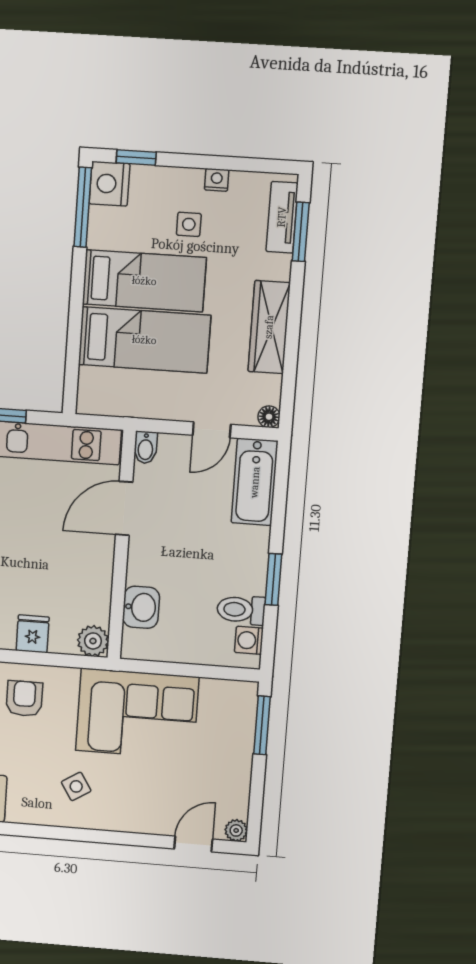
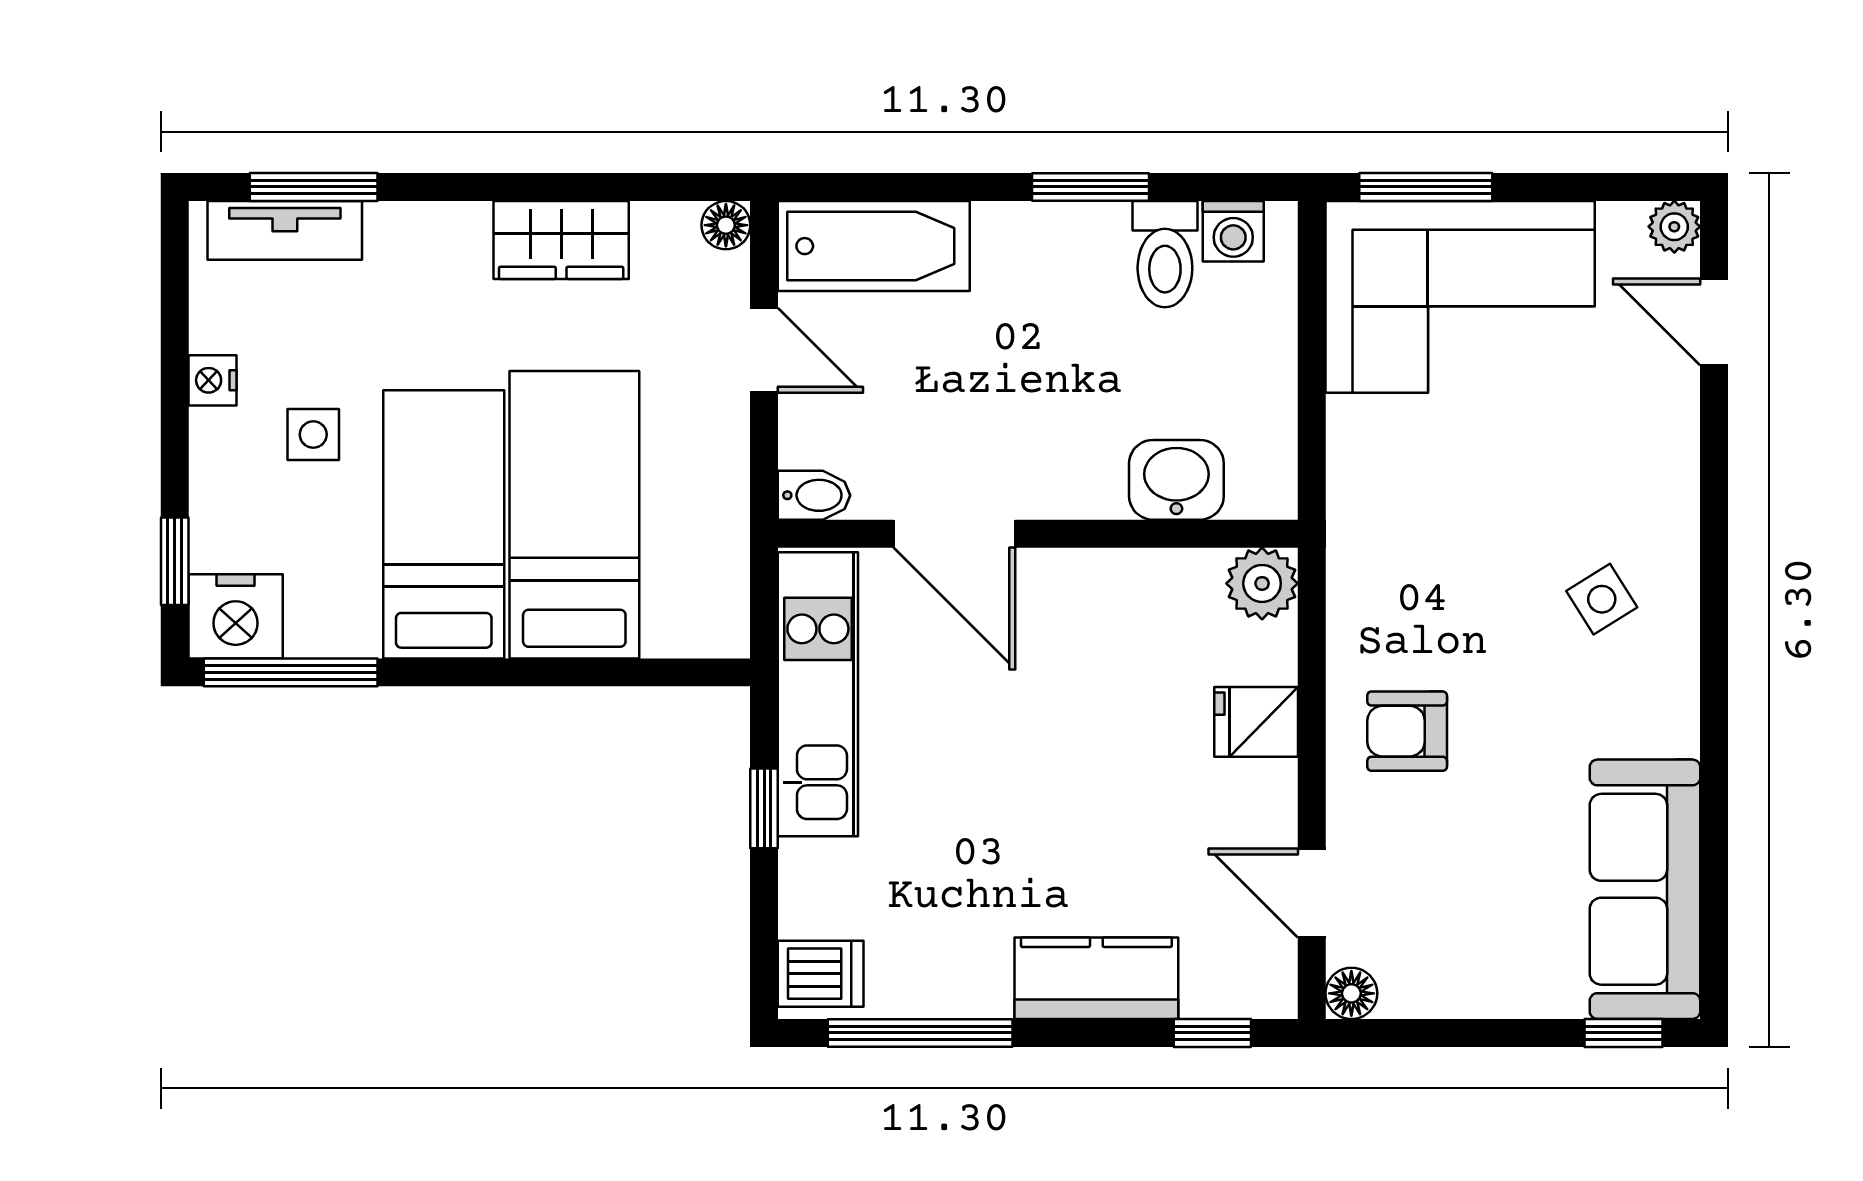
wardrobe: (269, 327) -> (561, 240), width x0.67
corner sofa: (137, 714) -> (1460, 297), moved, turned 90

